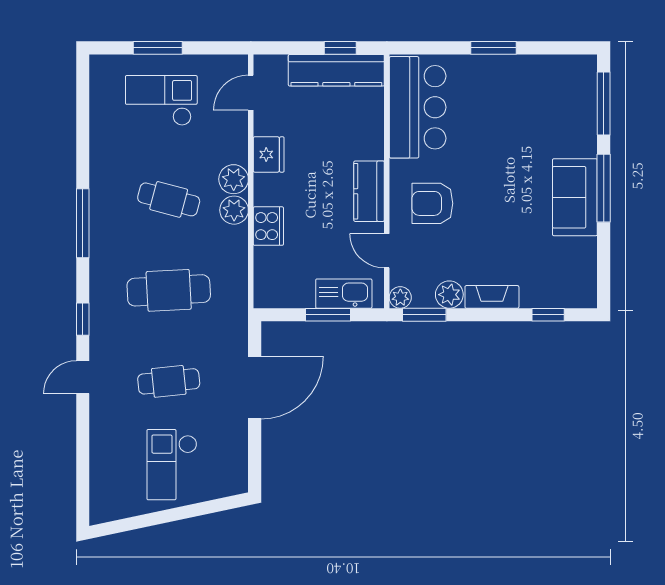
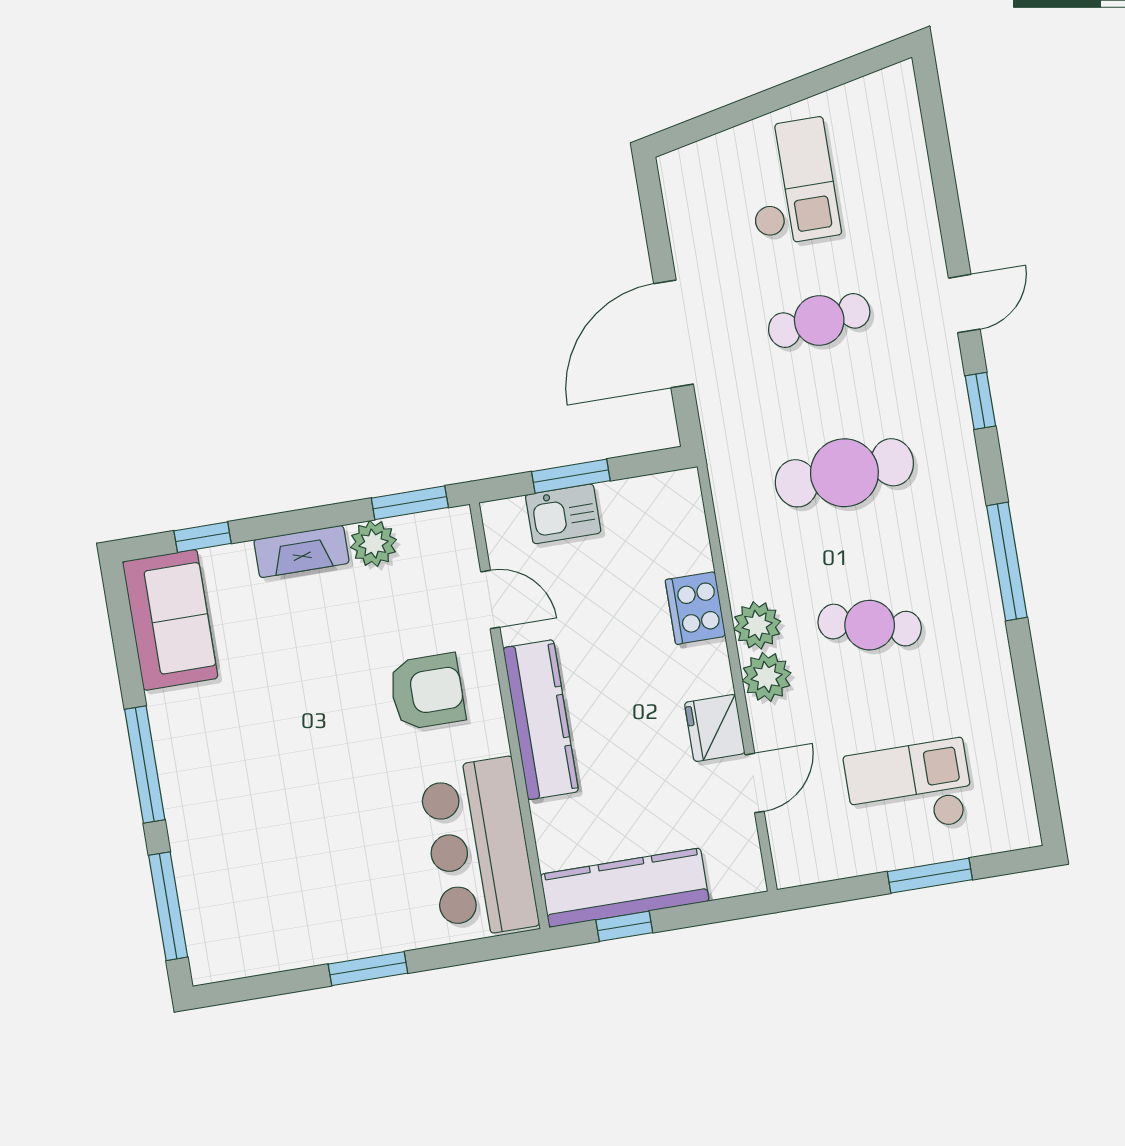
door: (251, 93) -> (755, 783), moved
checkout: (161, 100) -> (909, 789), turned 180
kitchen counter: (369, 191) -> (541, 720), width x1.50
sofa: (575, 197) -> (170, 620), moved
kitchen sink: (344, 294) -> (563, 514), width x0.73
plant: (400, 297) -> (455, 525), removed

